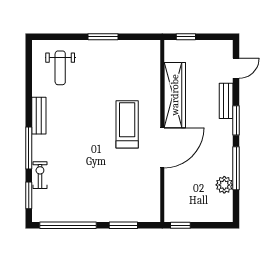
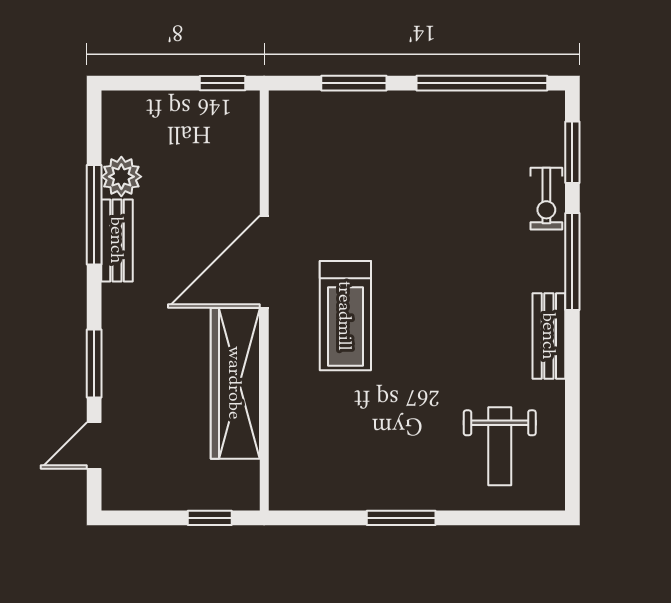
weight bench: (60, 68) -> (500, 446), turned 180
bench: (226, 101) -> (117, 240), moved
window: (236, 120) -> (94, 364), moved

